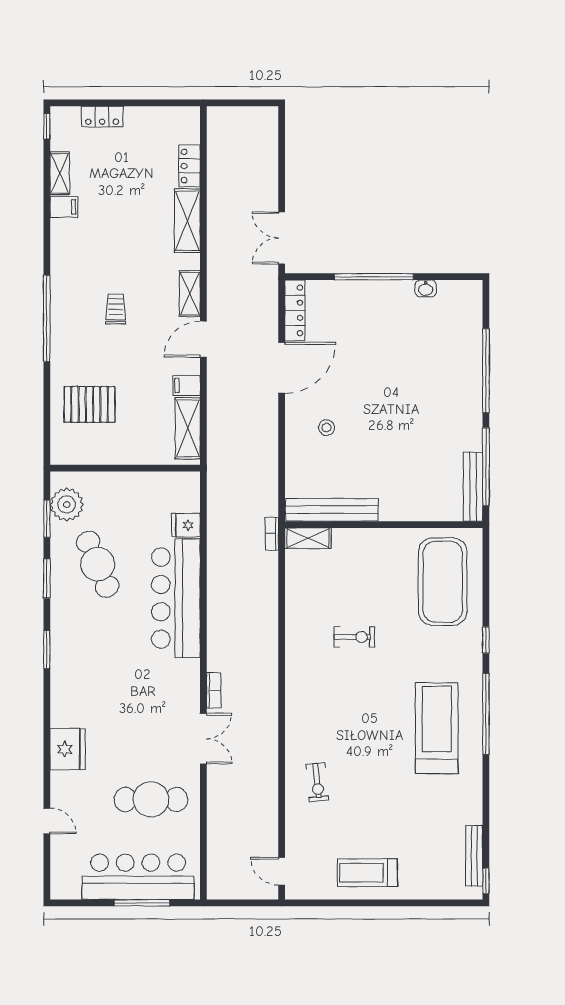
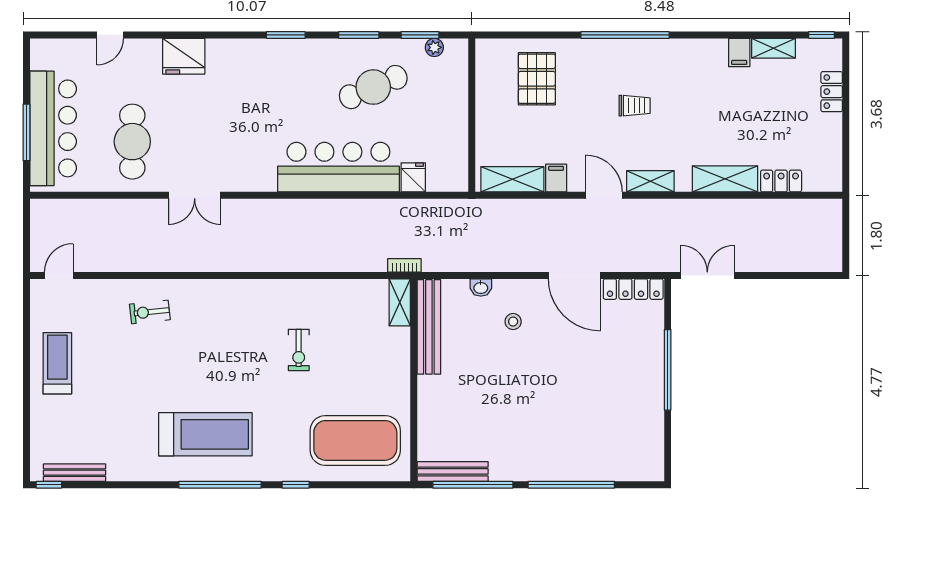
washbasin: (426, 288) -> (481, 287), moved, turned -90
plant: (67, 504) -> (434, 47), width x0.53, depth x0.53
bookcase: (214, 690) -> (244, 206), removed

